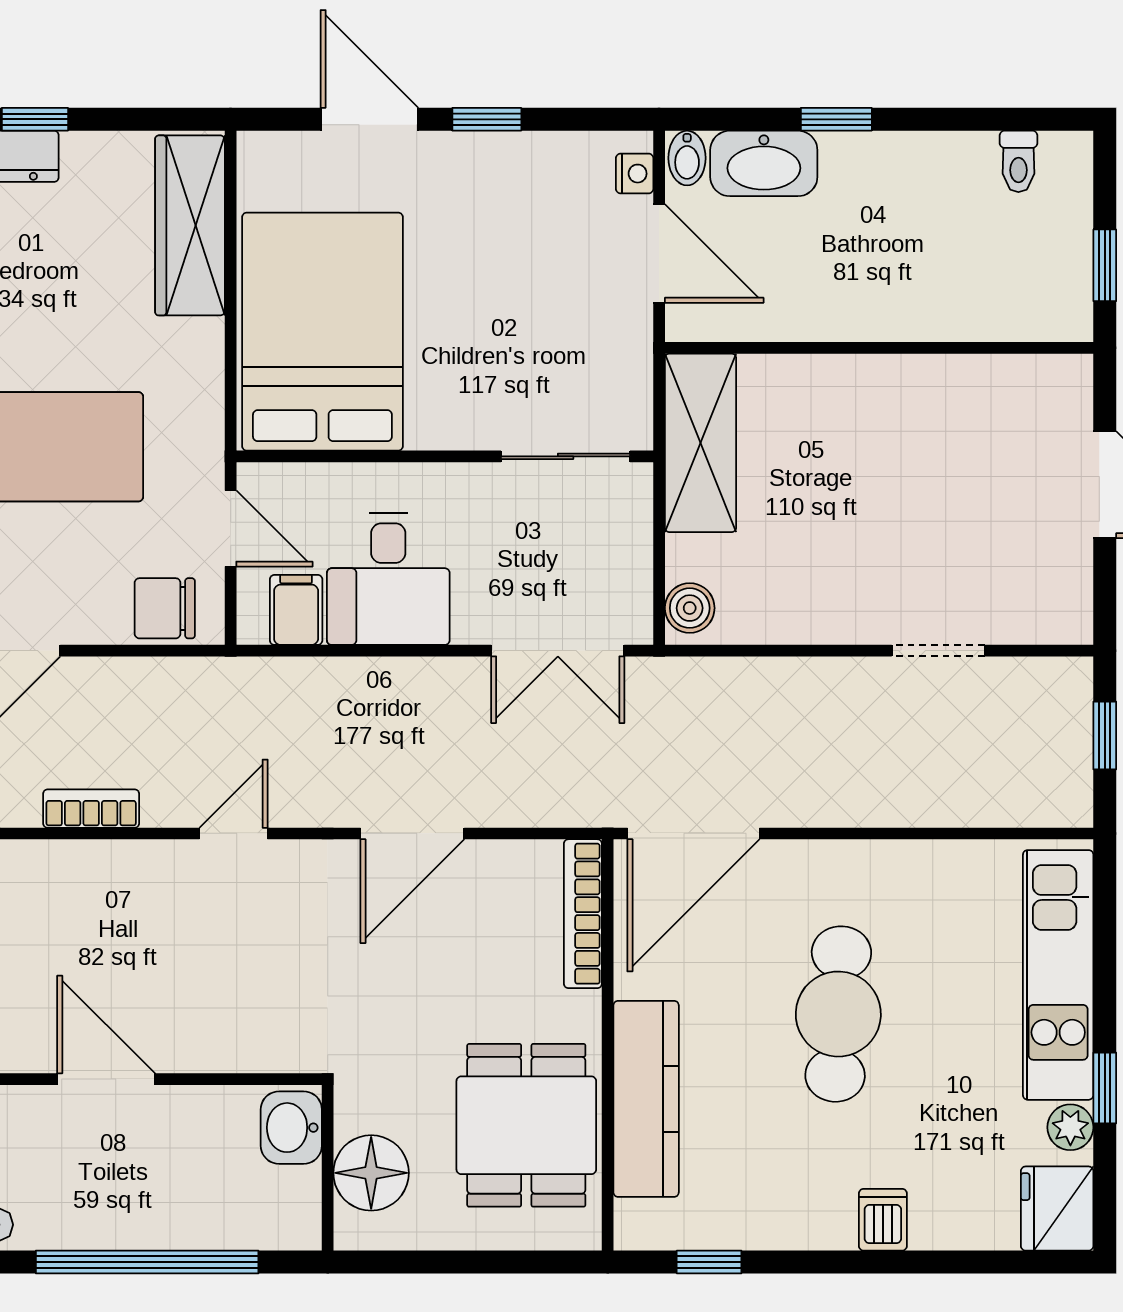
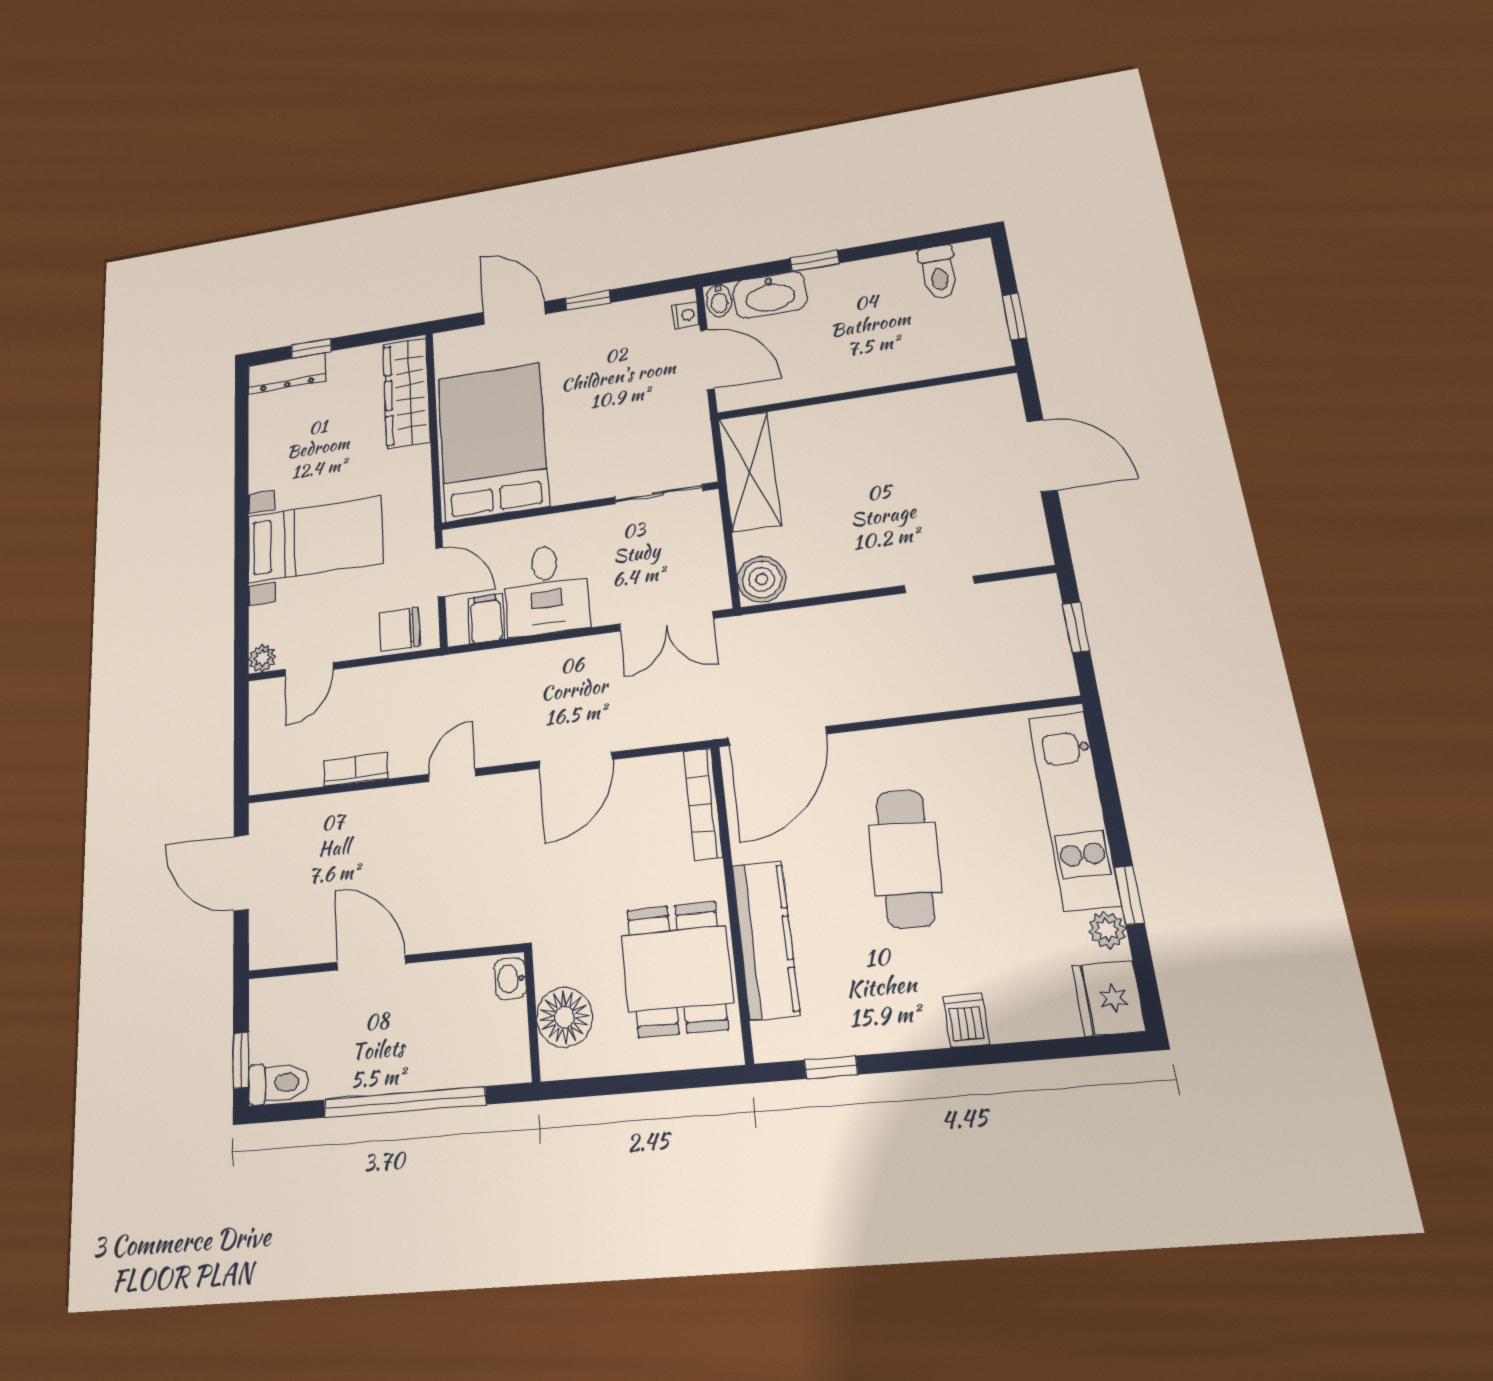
toilet: (1018, 161) -> (939, 272), width x1.37, depth x1.39
boiler: (690, 608) -> (762, 579), width x1.36, depth x1.36
washbasin: (291, 1128) -> (510, 979), width x0.72, depth x0.69

